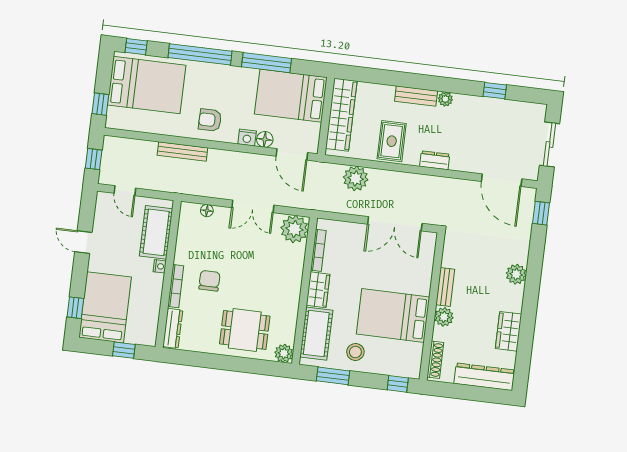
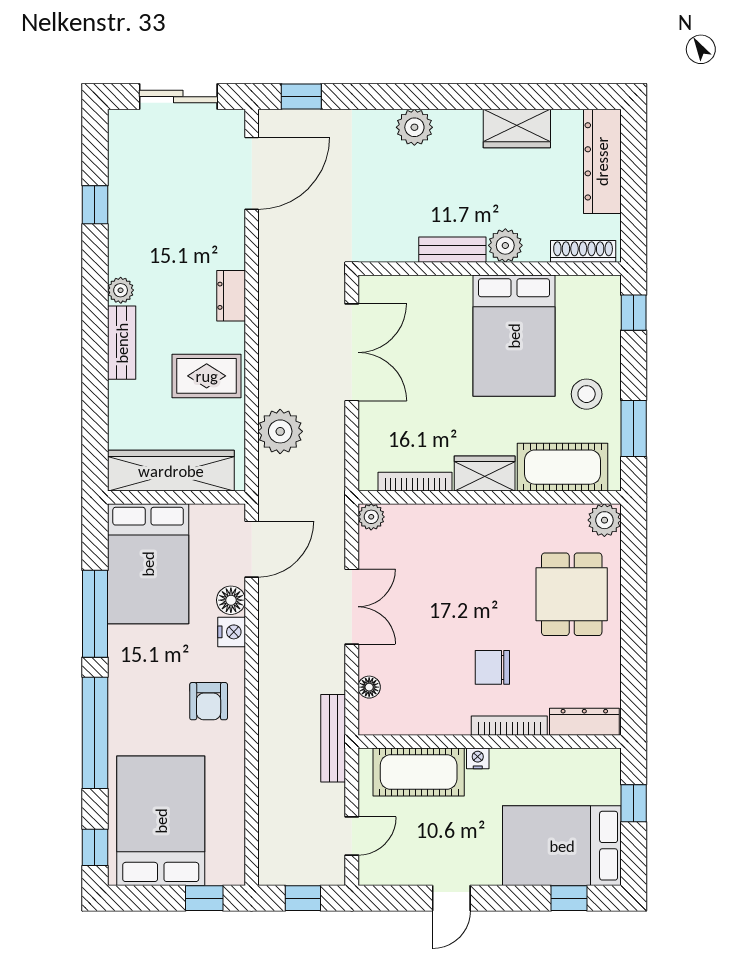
bench: (182, 151) -> (333, 738), moved
plant: (294, 229) -> (371, 517), width x0.53, depth x0.53

